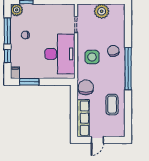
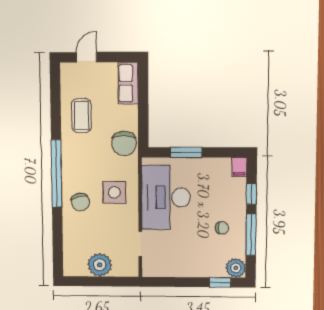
window: (29, 82) -> (186, 152), moved
row of seats: (83, 118) -> (128, 83), width x0.68
door: (97, 140) -> (86, 57), moved

